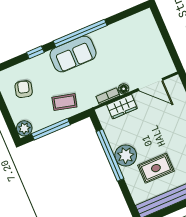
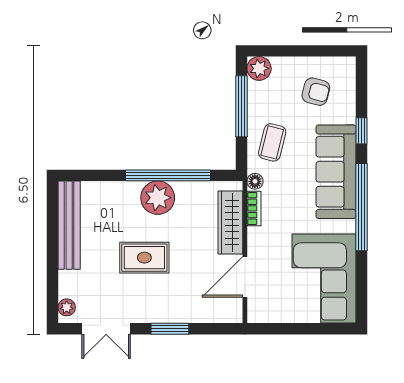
corner sofa: (131, 37) -> (324, 278), added
sofa: (73, 54) -> (336, 172), width x1.36
floor lamp: (124, 89) -> (255, 181), moved
wardrobe: (122, 107) -> (230, 222), width x1.50
rug: (156, 168) -> (144, 258), moved, turned 90

